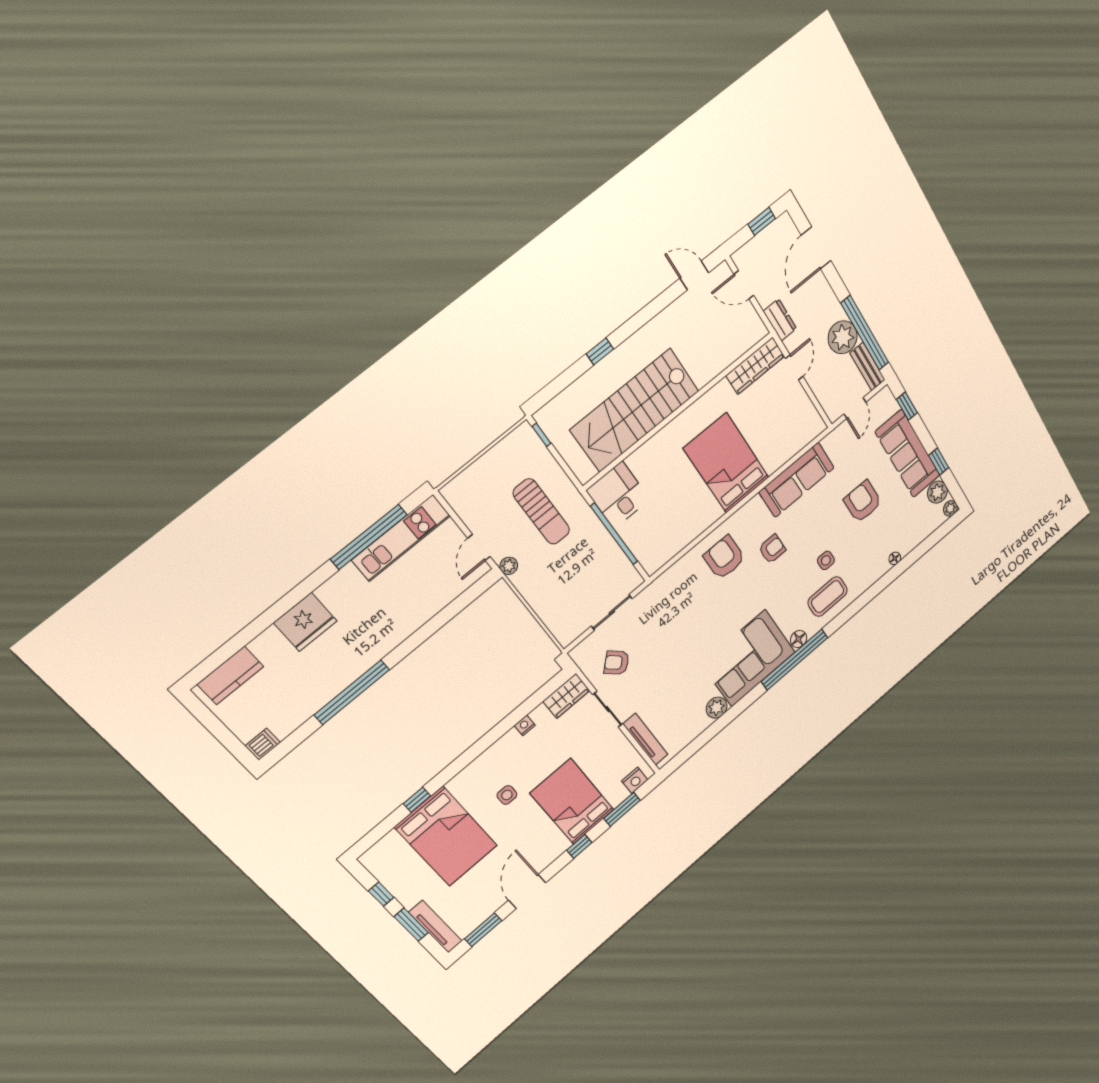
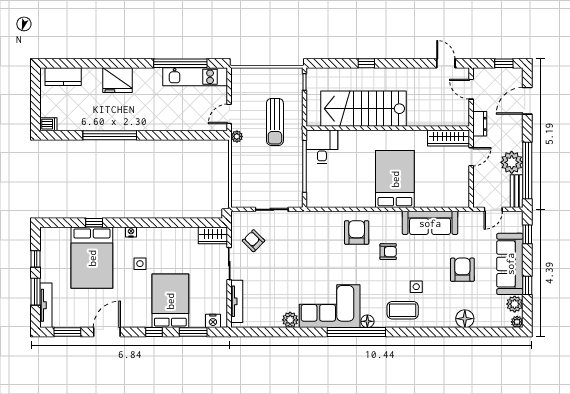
floor lamp: (895, 558) -> (465, 319), width x1.89, depth x1.89
nightstand: (525, 725) -> (131, 232), moved

